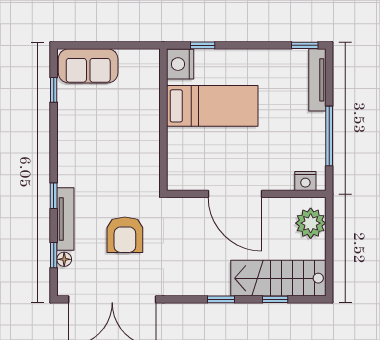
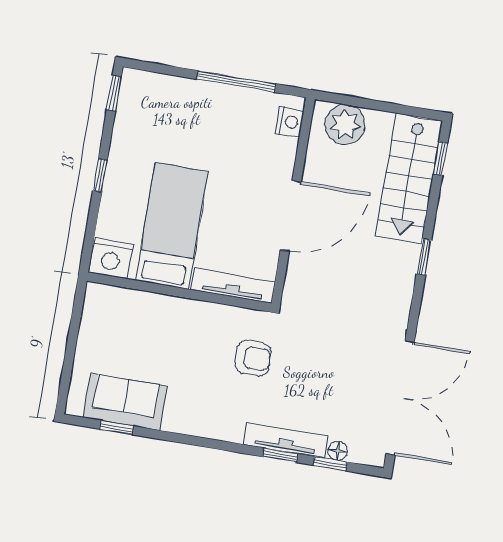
window: (203, 45) -> (100, 175), moved
sofa: (88, 66) -> (125, 402), moved, turned -90
tv unit: (317, 80) -> (233, 286), moved, turned 180
window: (54, 196) -> (280, 455), moved
armchair: (125, 235) -> (253, 358), moved, width x0.72, depth x0.72
window: (275, 299) -> (441, 158), moved

